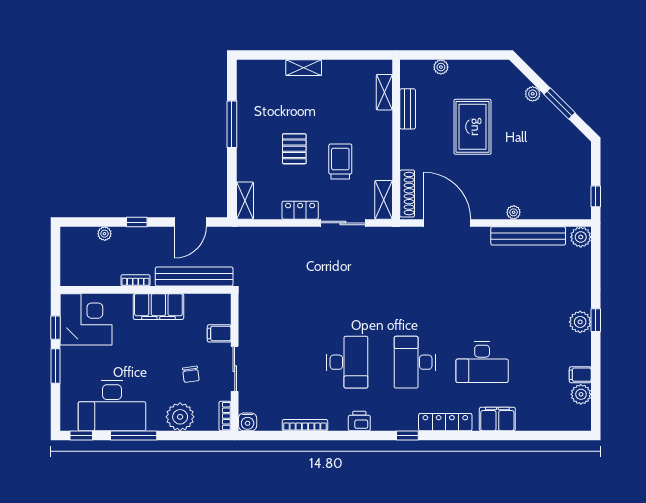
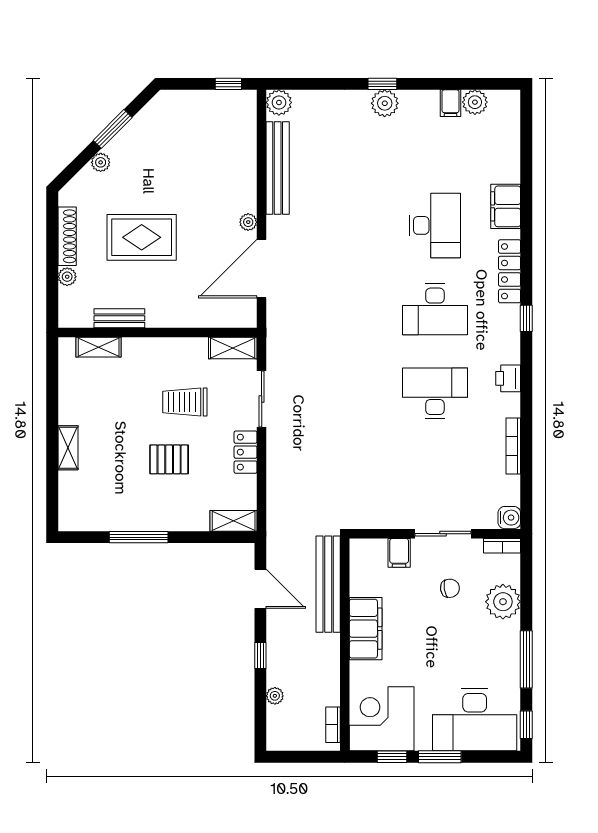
shoe rack: (407, 193) -> (67, 236), moved, turned 90
plant: (514, 212) -> (248, 222), moved
bookcase: (135, 280) -> (333, 725), moved
desk: (112, 406) -> (475, 720), moved, turned 90

